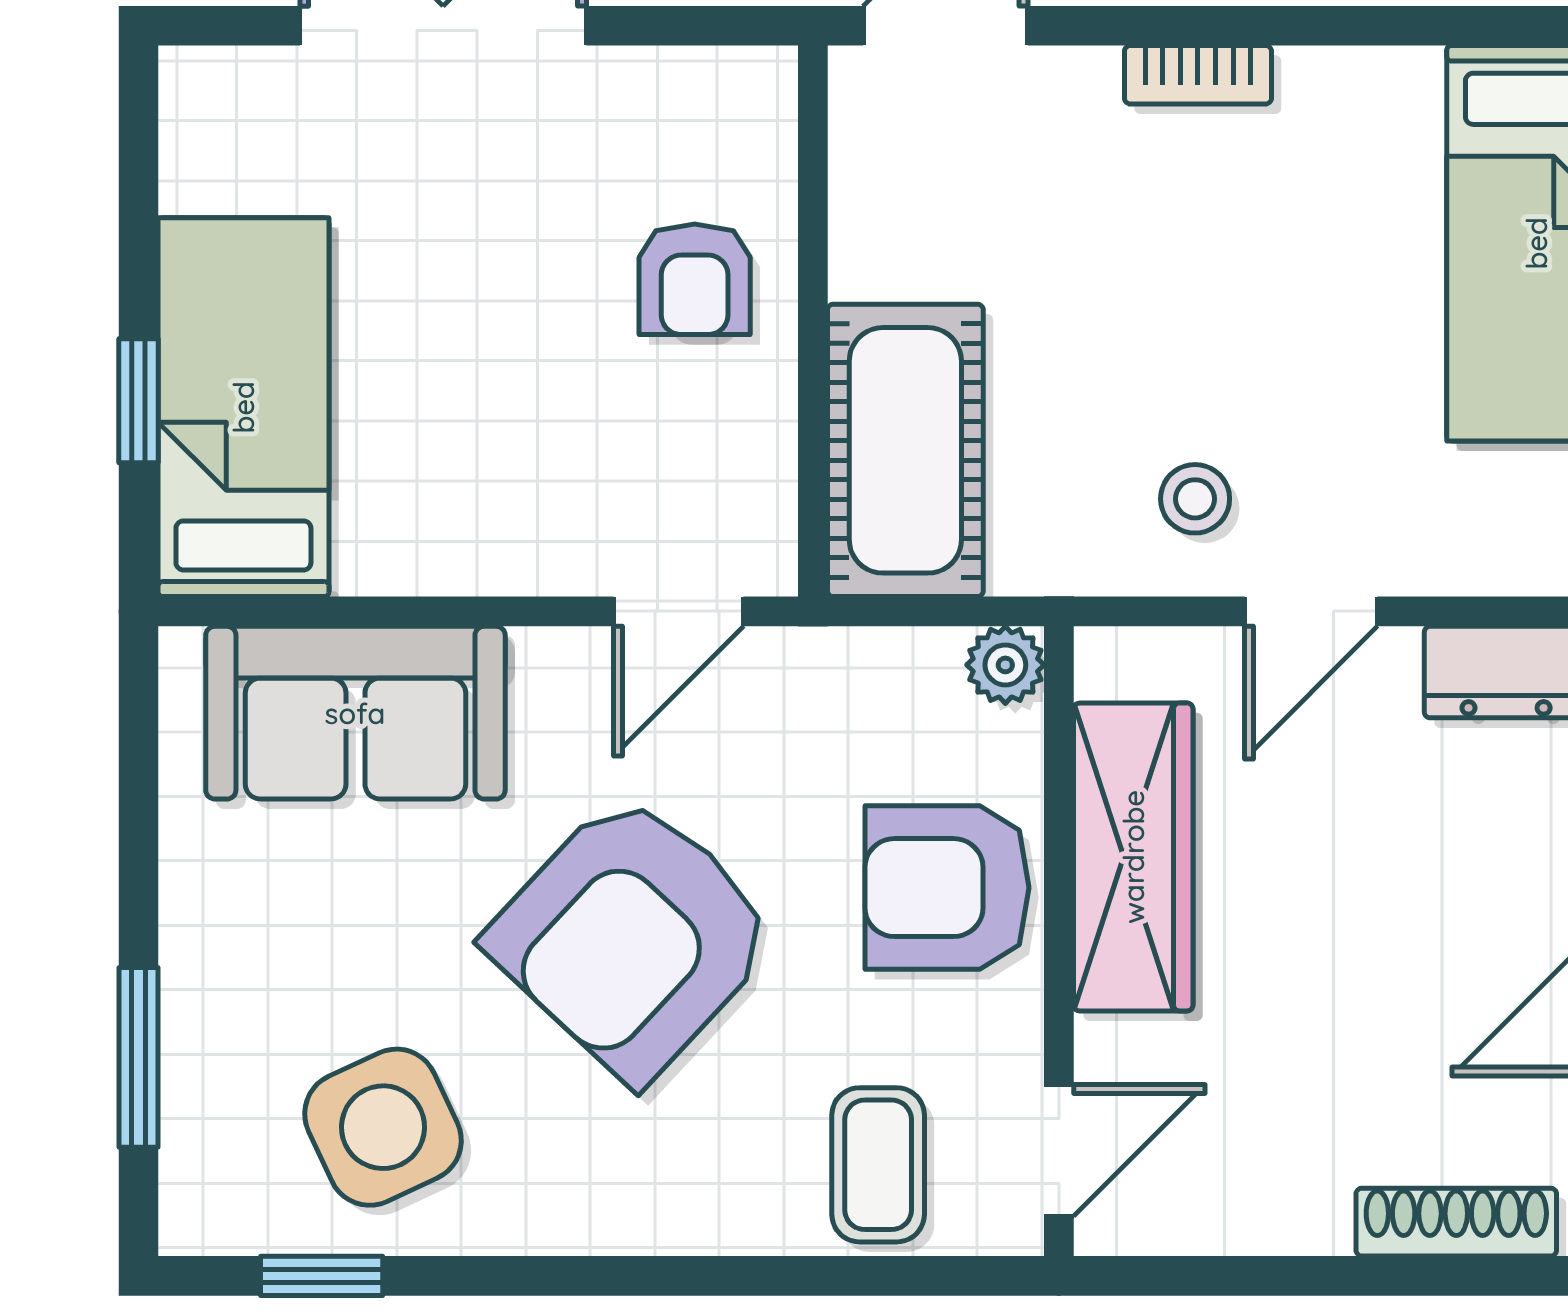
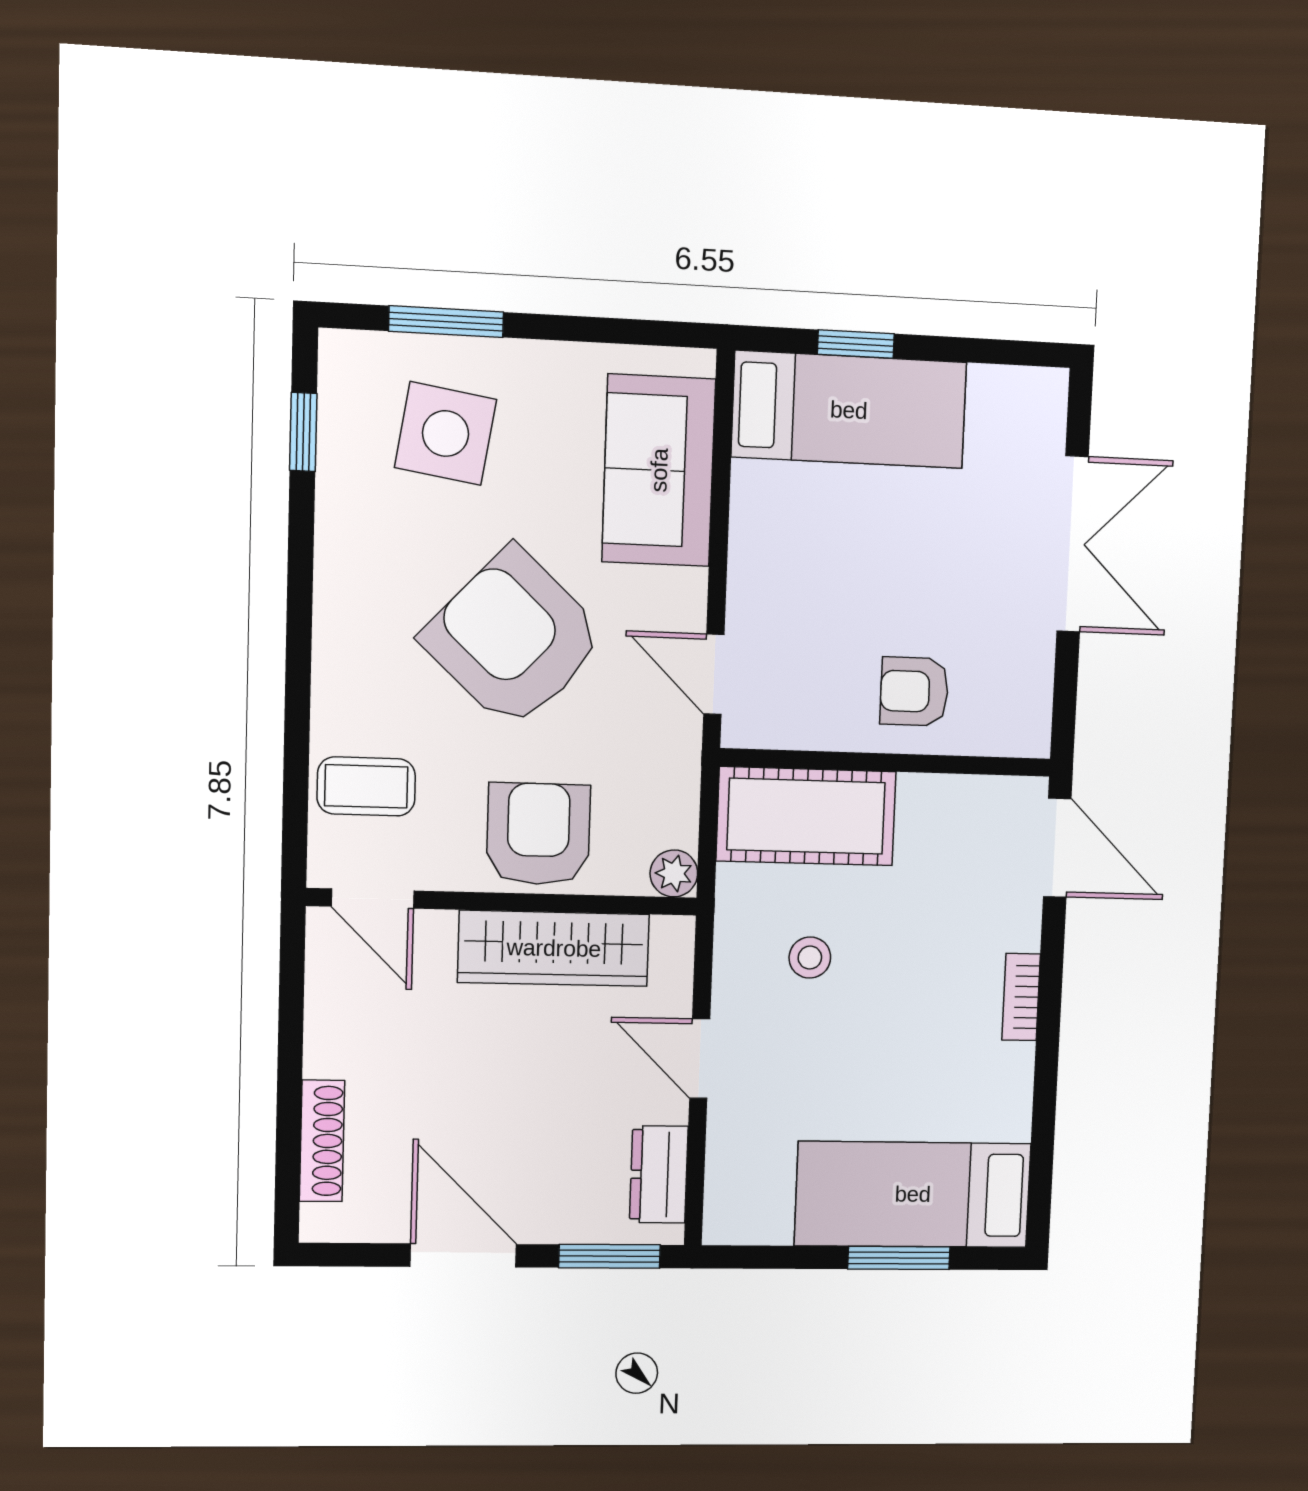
stool: (1195, 499) -> (810, 958), moved
side table: (383, 1127) -> (446, 433), moved, turned 34

